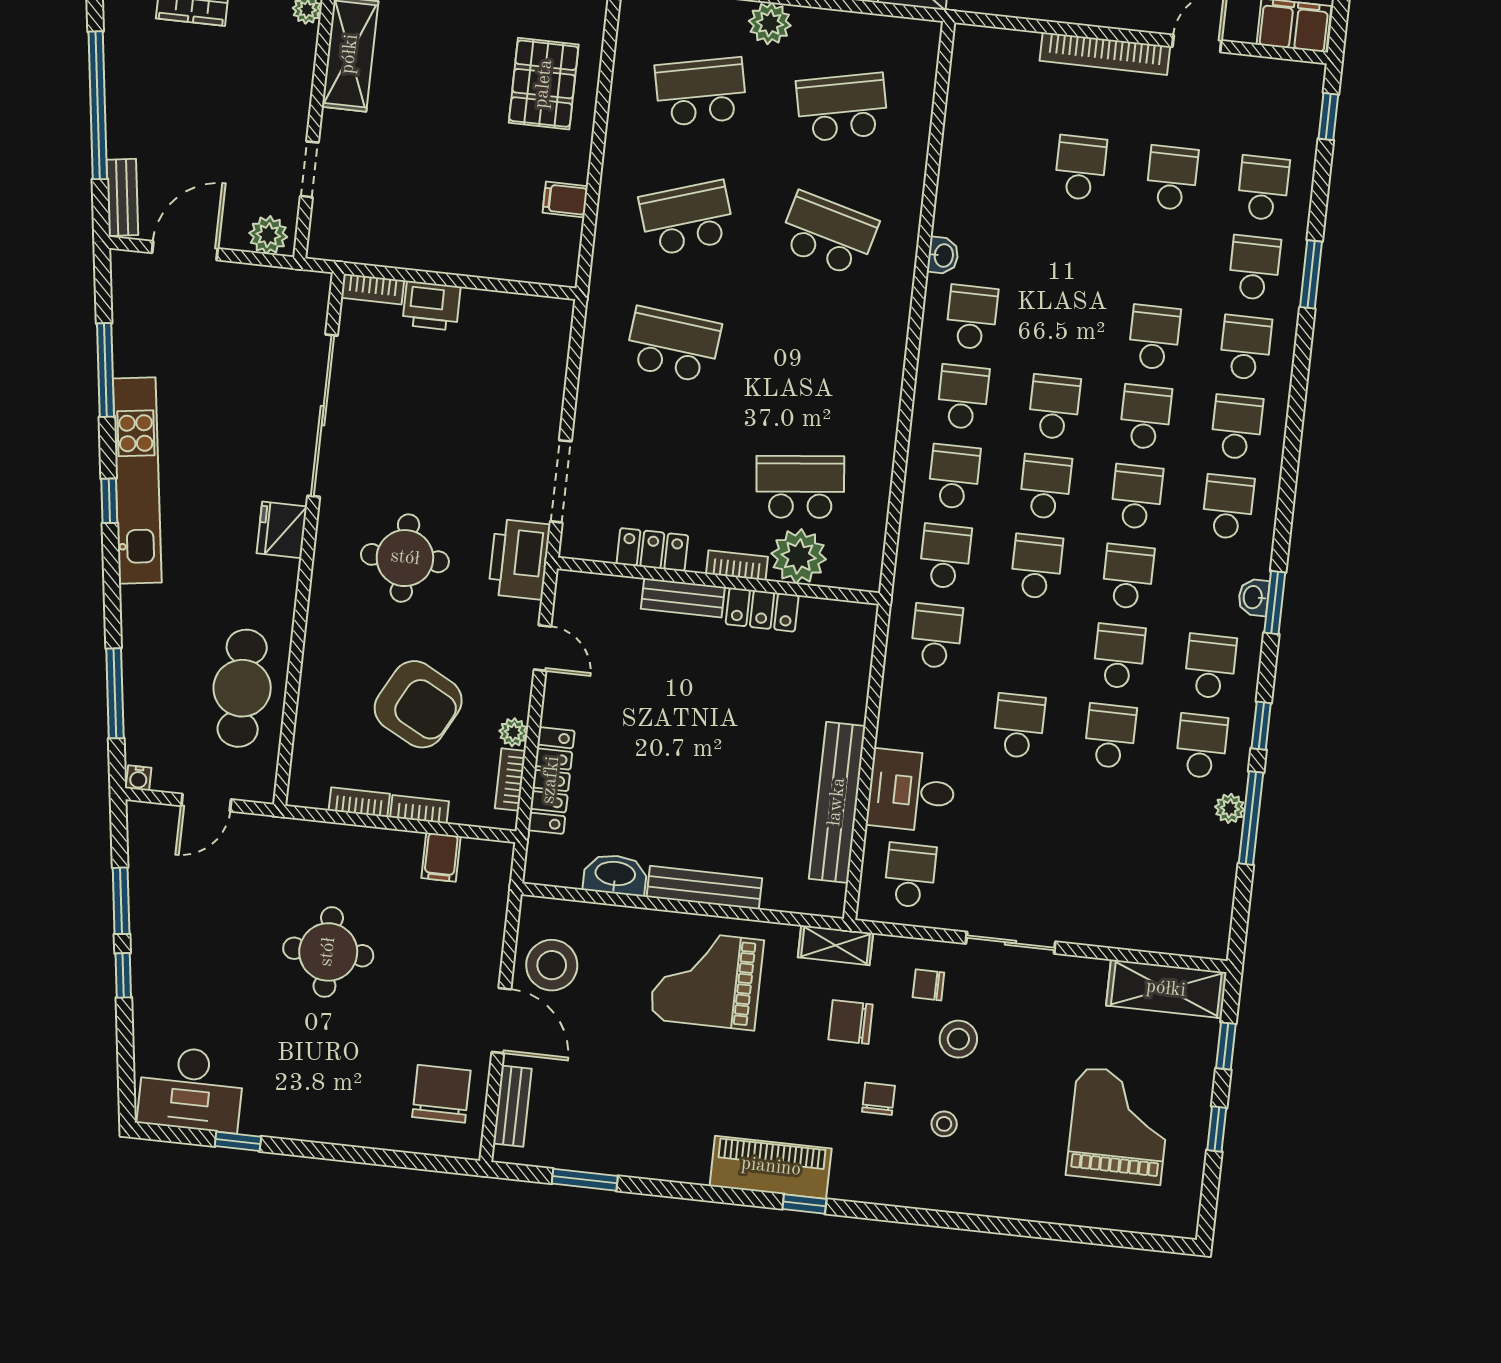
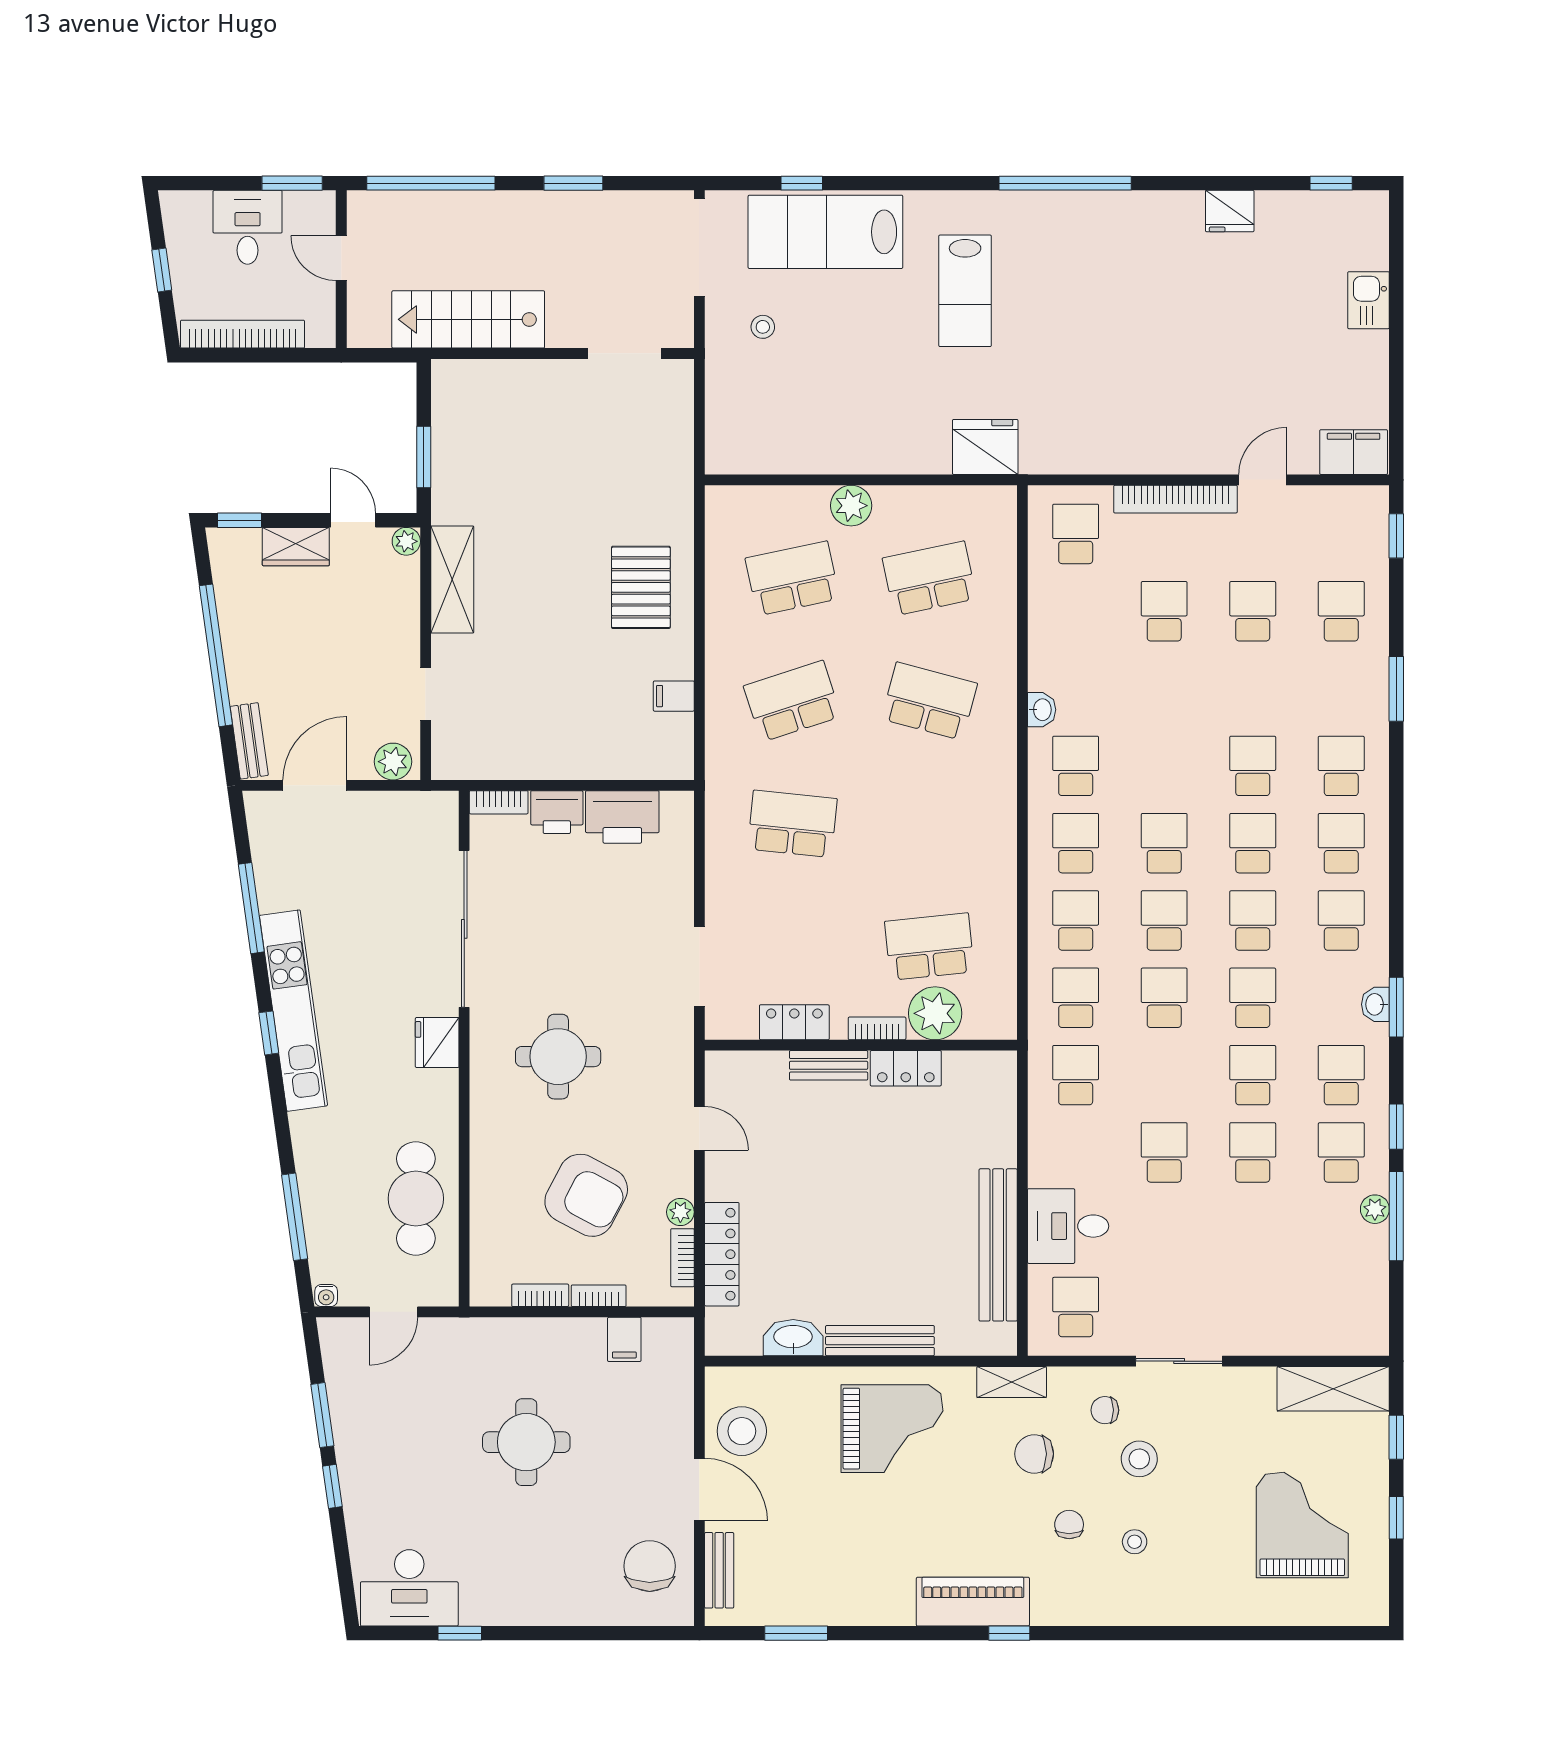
school desk: (1254, 268) -> (1076, 534), moved
printer: (519, 559) -> (622, 817), moved, turned -90
grand piano: (707, 980) -> (892, 1429), turned 180

